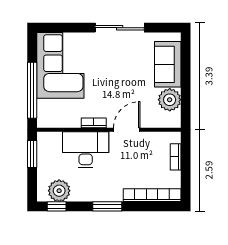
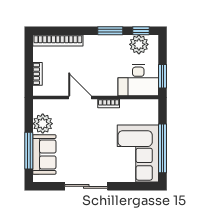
window: (186, 69) -> (29, 151), added
window: (32, 90) -> (162, 148), moved
door: (127, 130) -> (80, 98), swing flipped
desk: (86, 150) -> (138, 80), moved
window: (107, 206) -> (110, 31), moved

